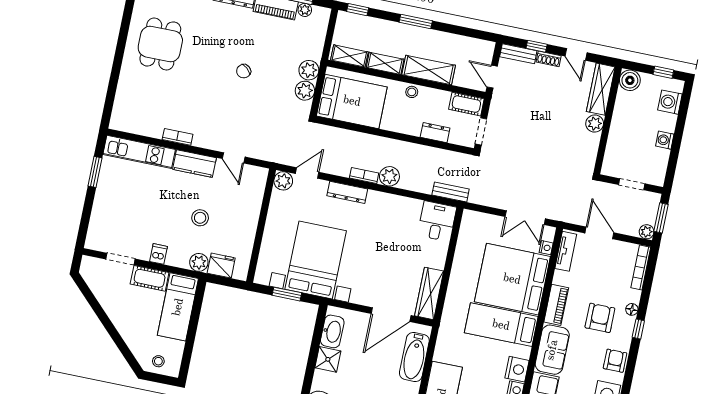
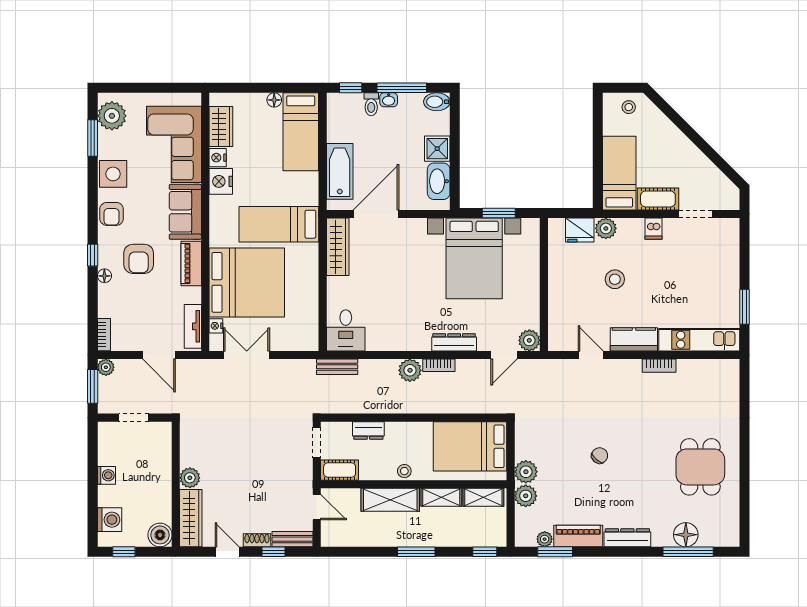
plant: (305, 91) -> (526, 496), moved
bookcase: (641, 267) -> (104, 335), width x0.64
bed: (501, 325) -> (279, 224), moved, turned 180

